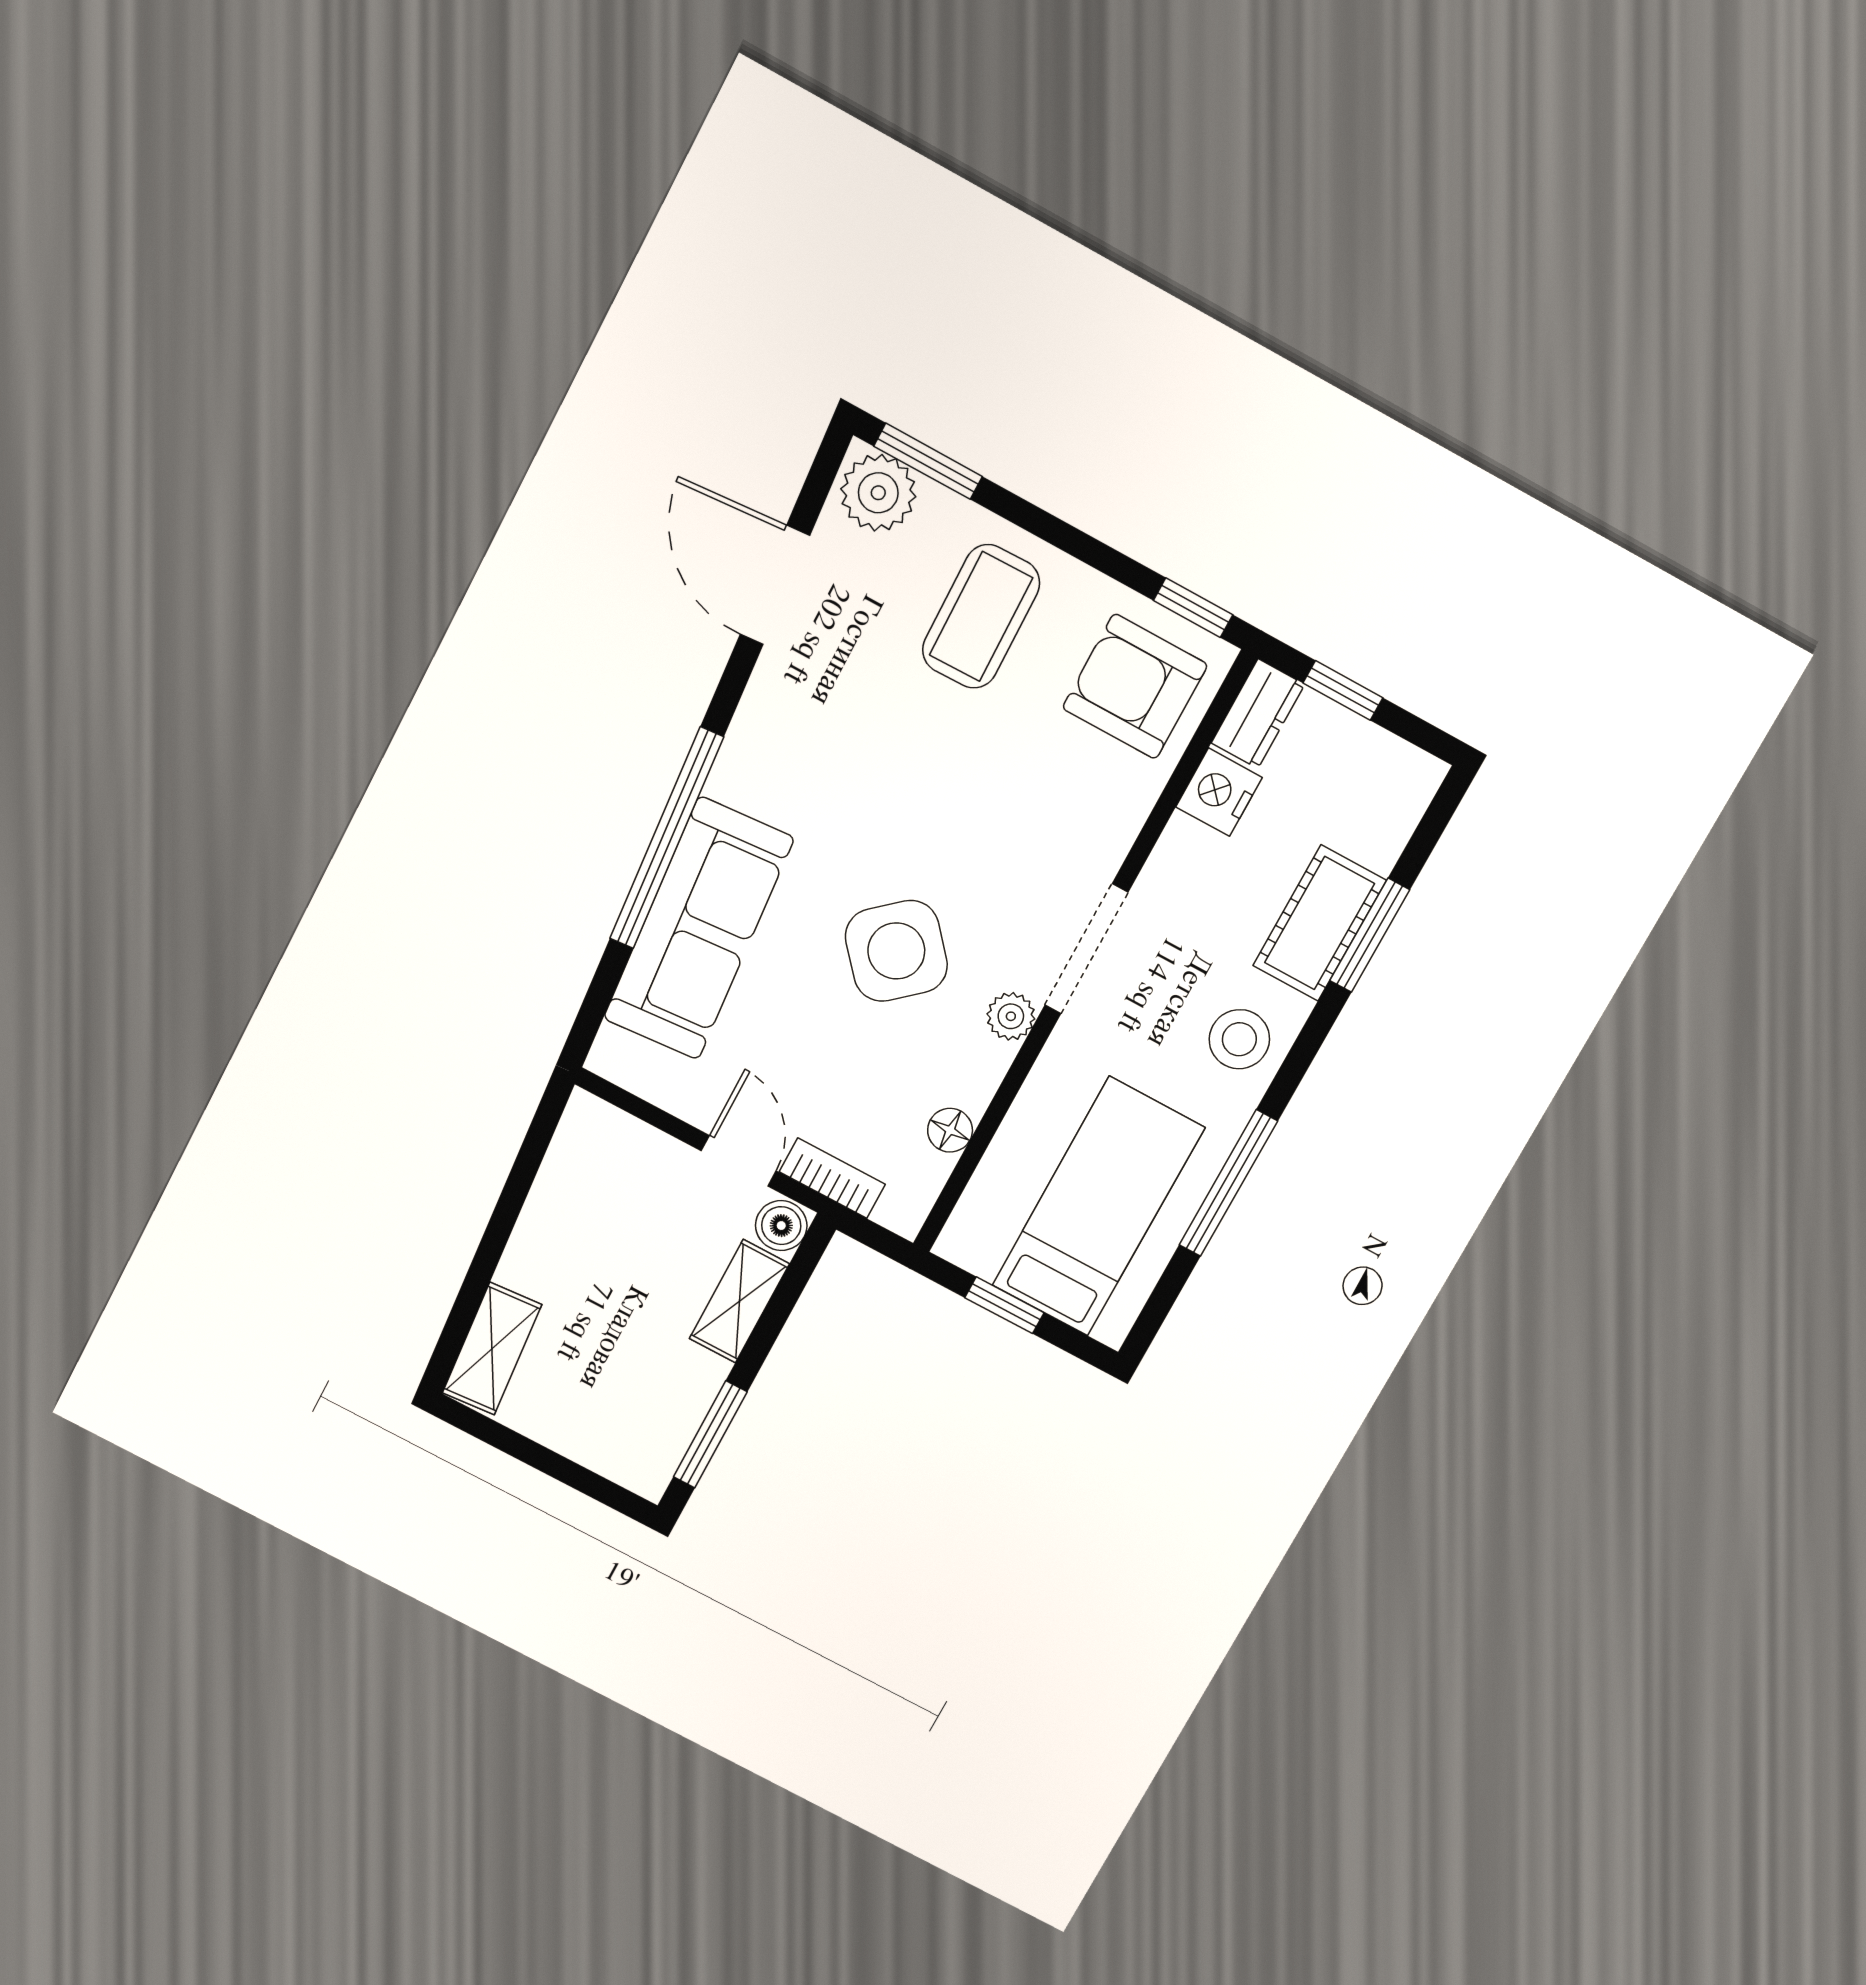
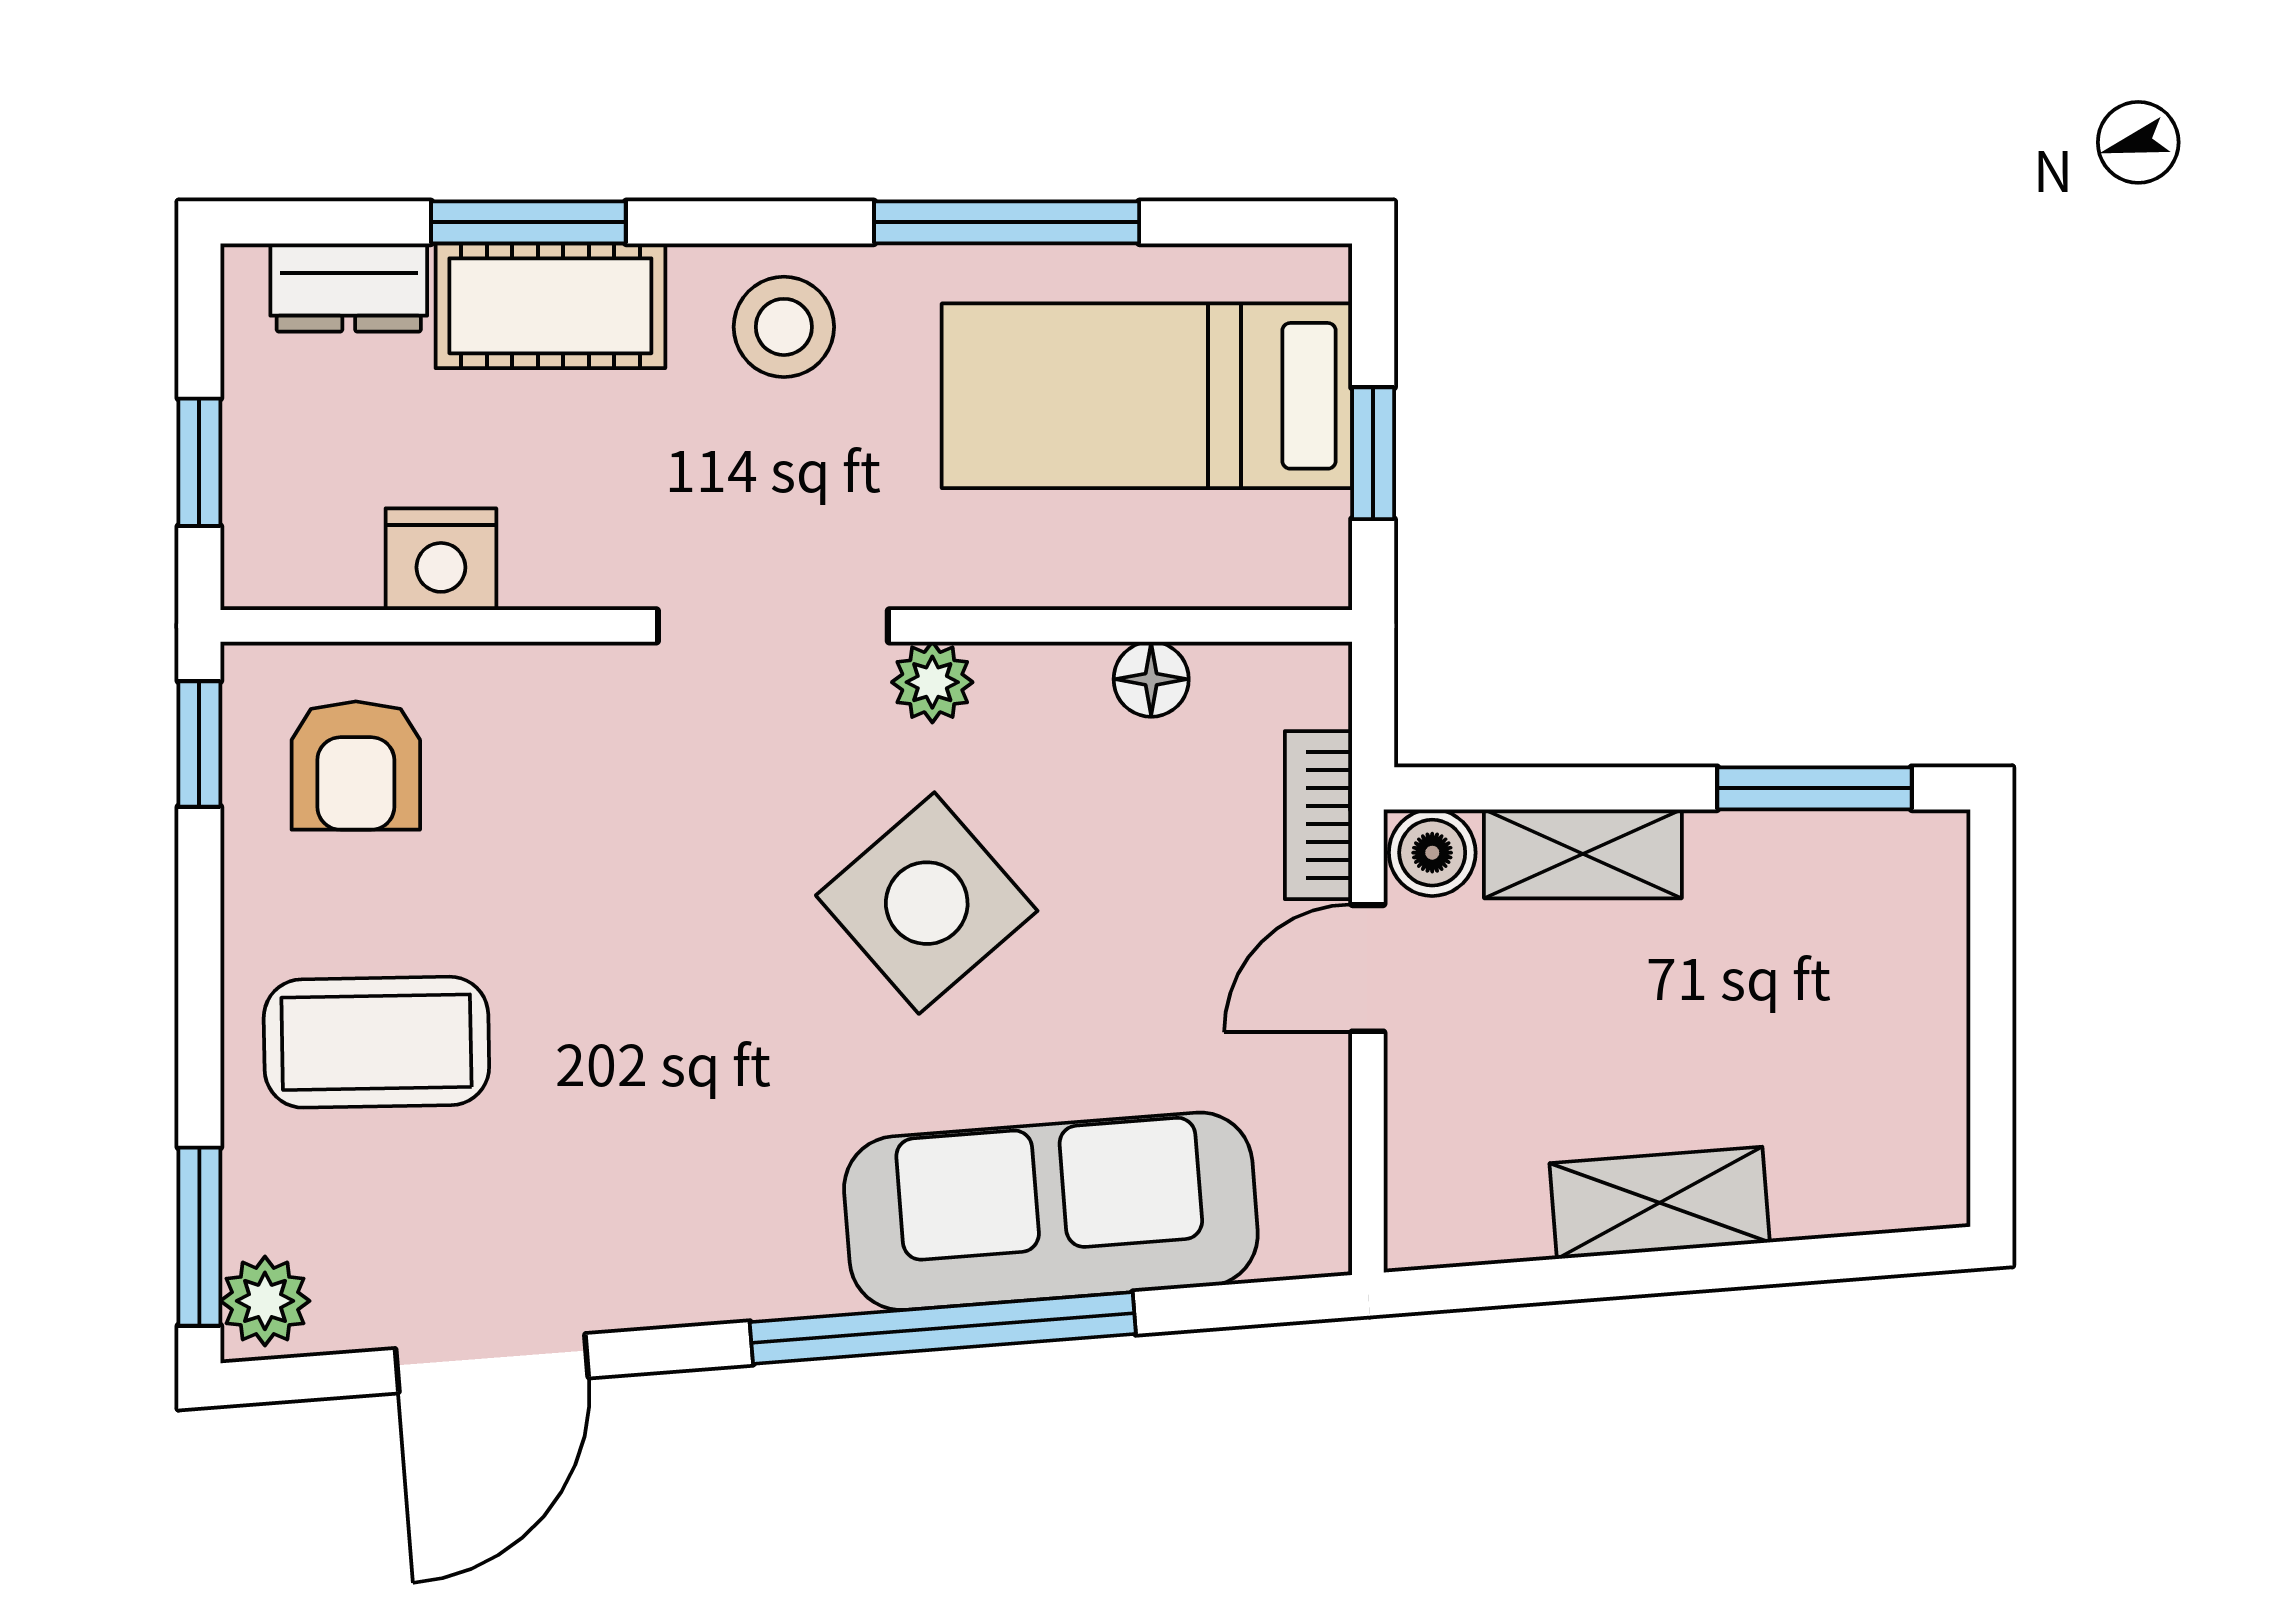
plant: (878, 493) -> (265, 1301), width x0.73, depth x0.73
armchair: (1135, 686) -> (356, 765), width x0.72, depth x0.72
dresser: (1258, 714) -> (349, 288), moved, turned 180
shelving: (492, 1349) -> (1660, 1203), moved

